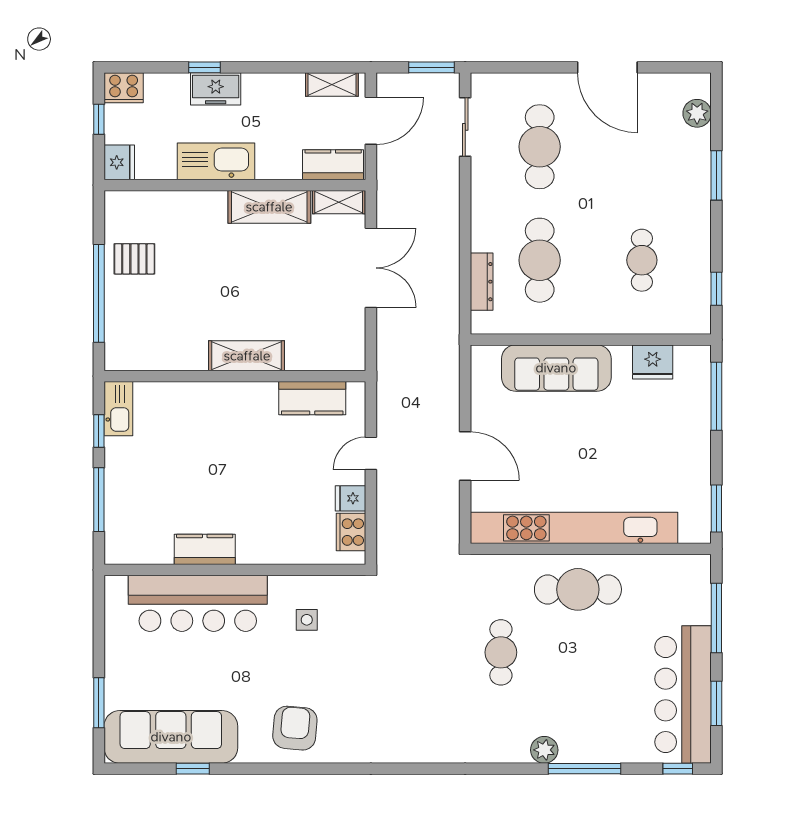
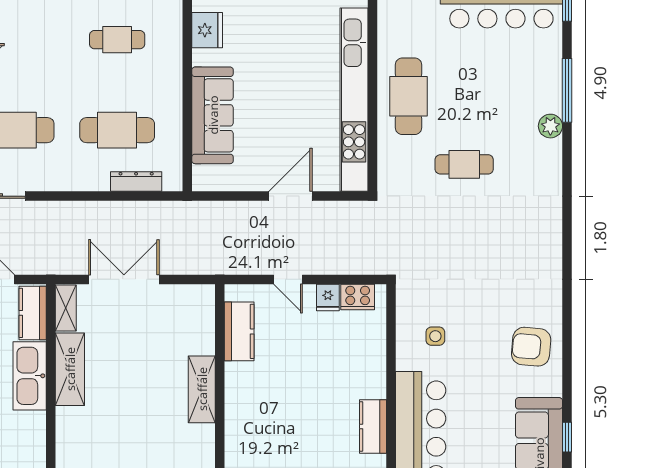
kitchen sink: (216, 161) -> (30, 376), moved

